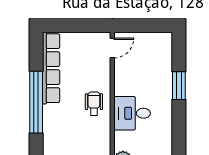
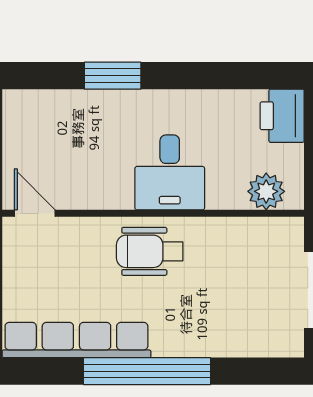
wheelchair: (94, 104) -> (150, 251), width x1.36, depth x1.37

